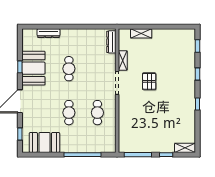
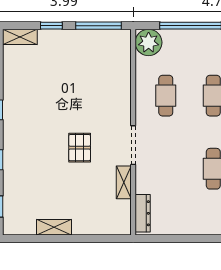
shelving: (141, 33) -> (54, 227), moved
plant: (108, 145) -> (149, 42), added

